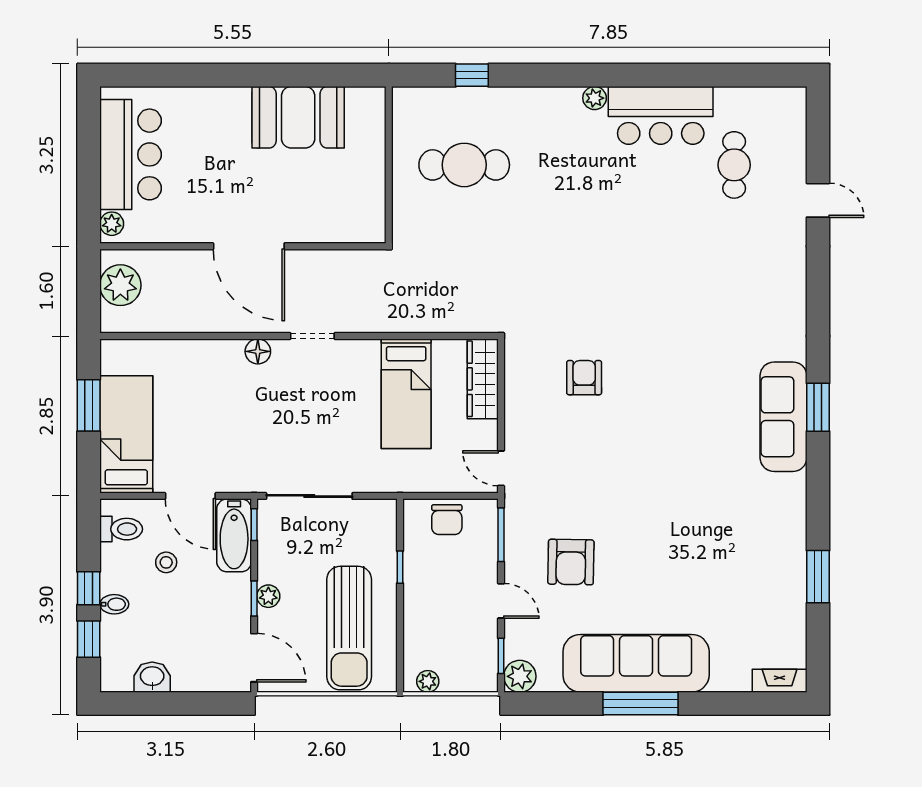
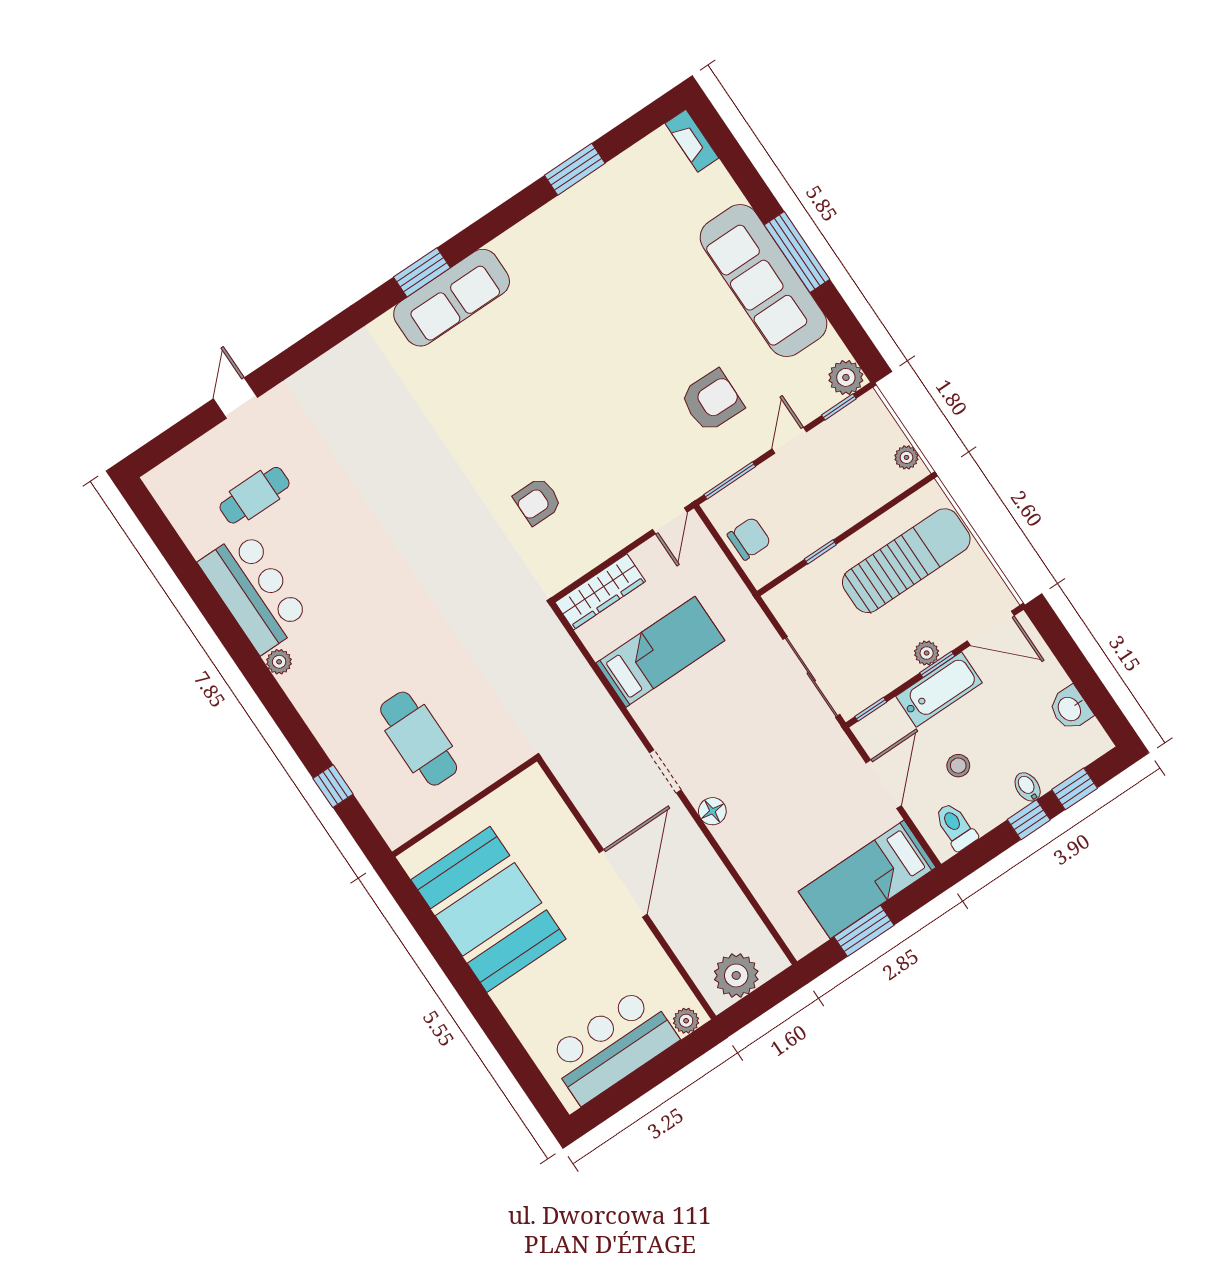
booth: (298, 117) -> (488, 909), width x1.36, depth x1.42
bathtub: (234, 535) -> (939, 690), moved
door: (254, 658) -> (991, 628), swing flipped

